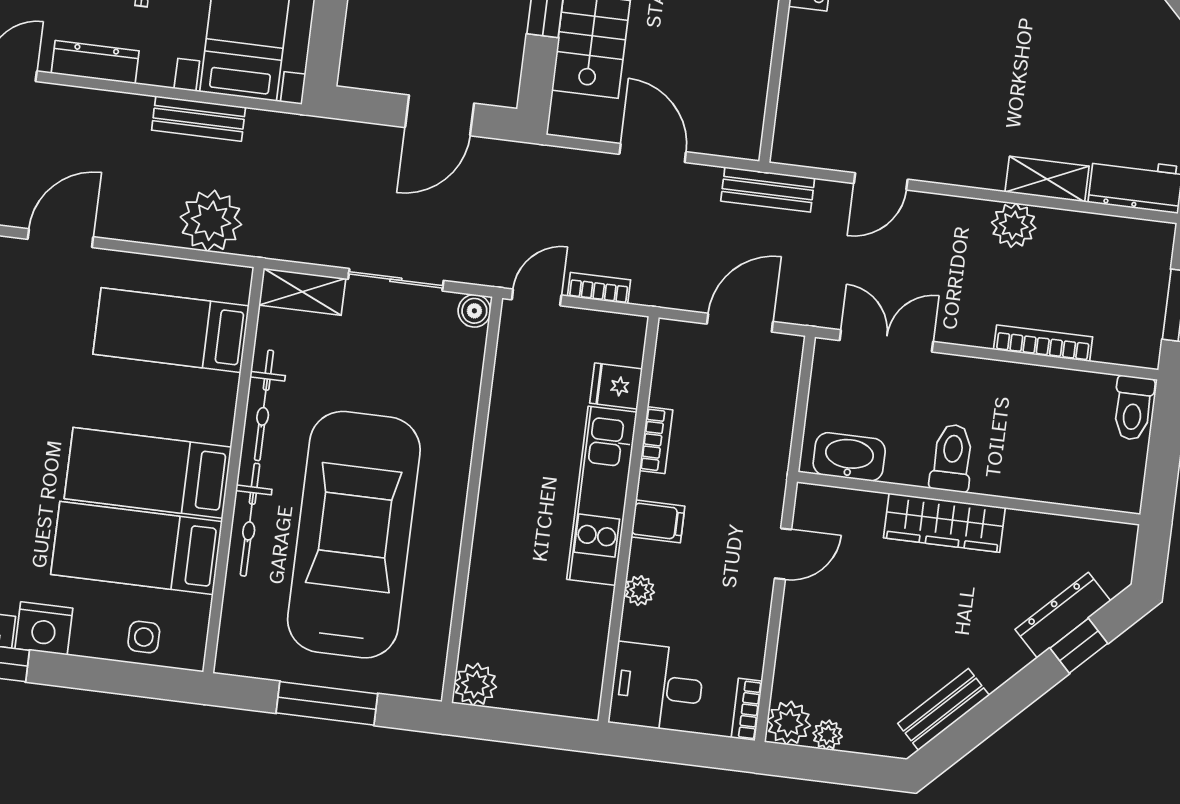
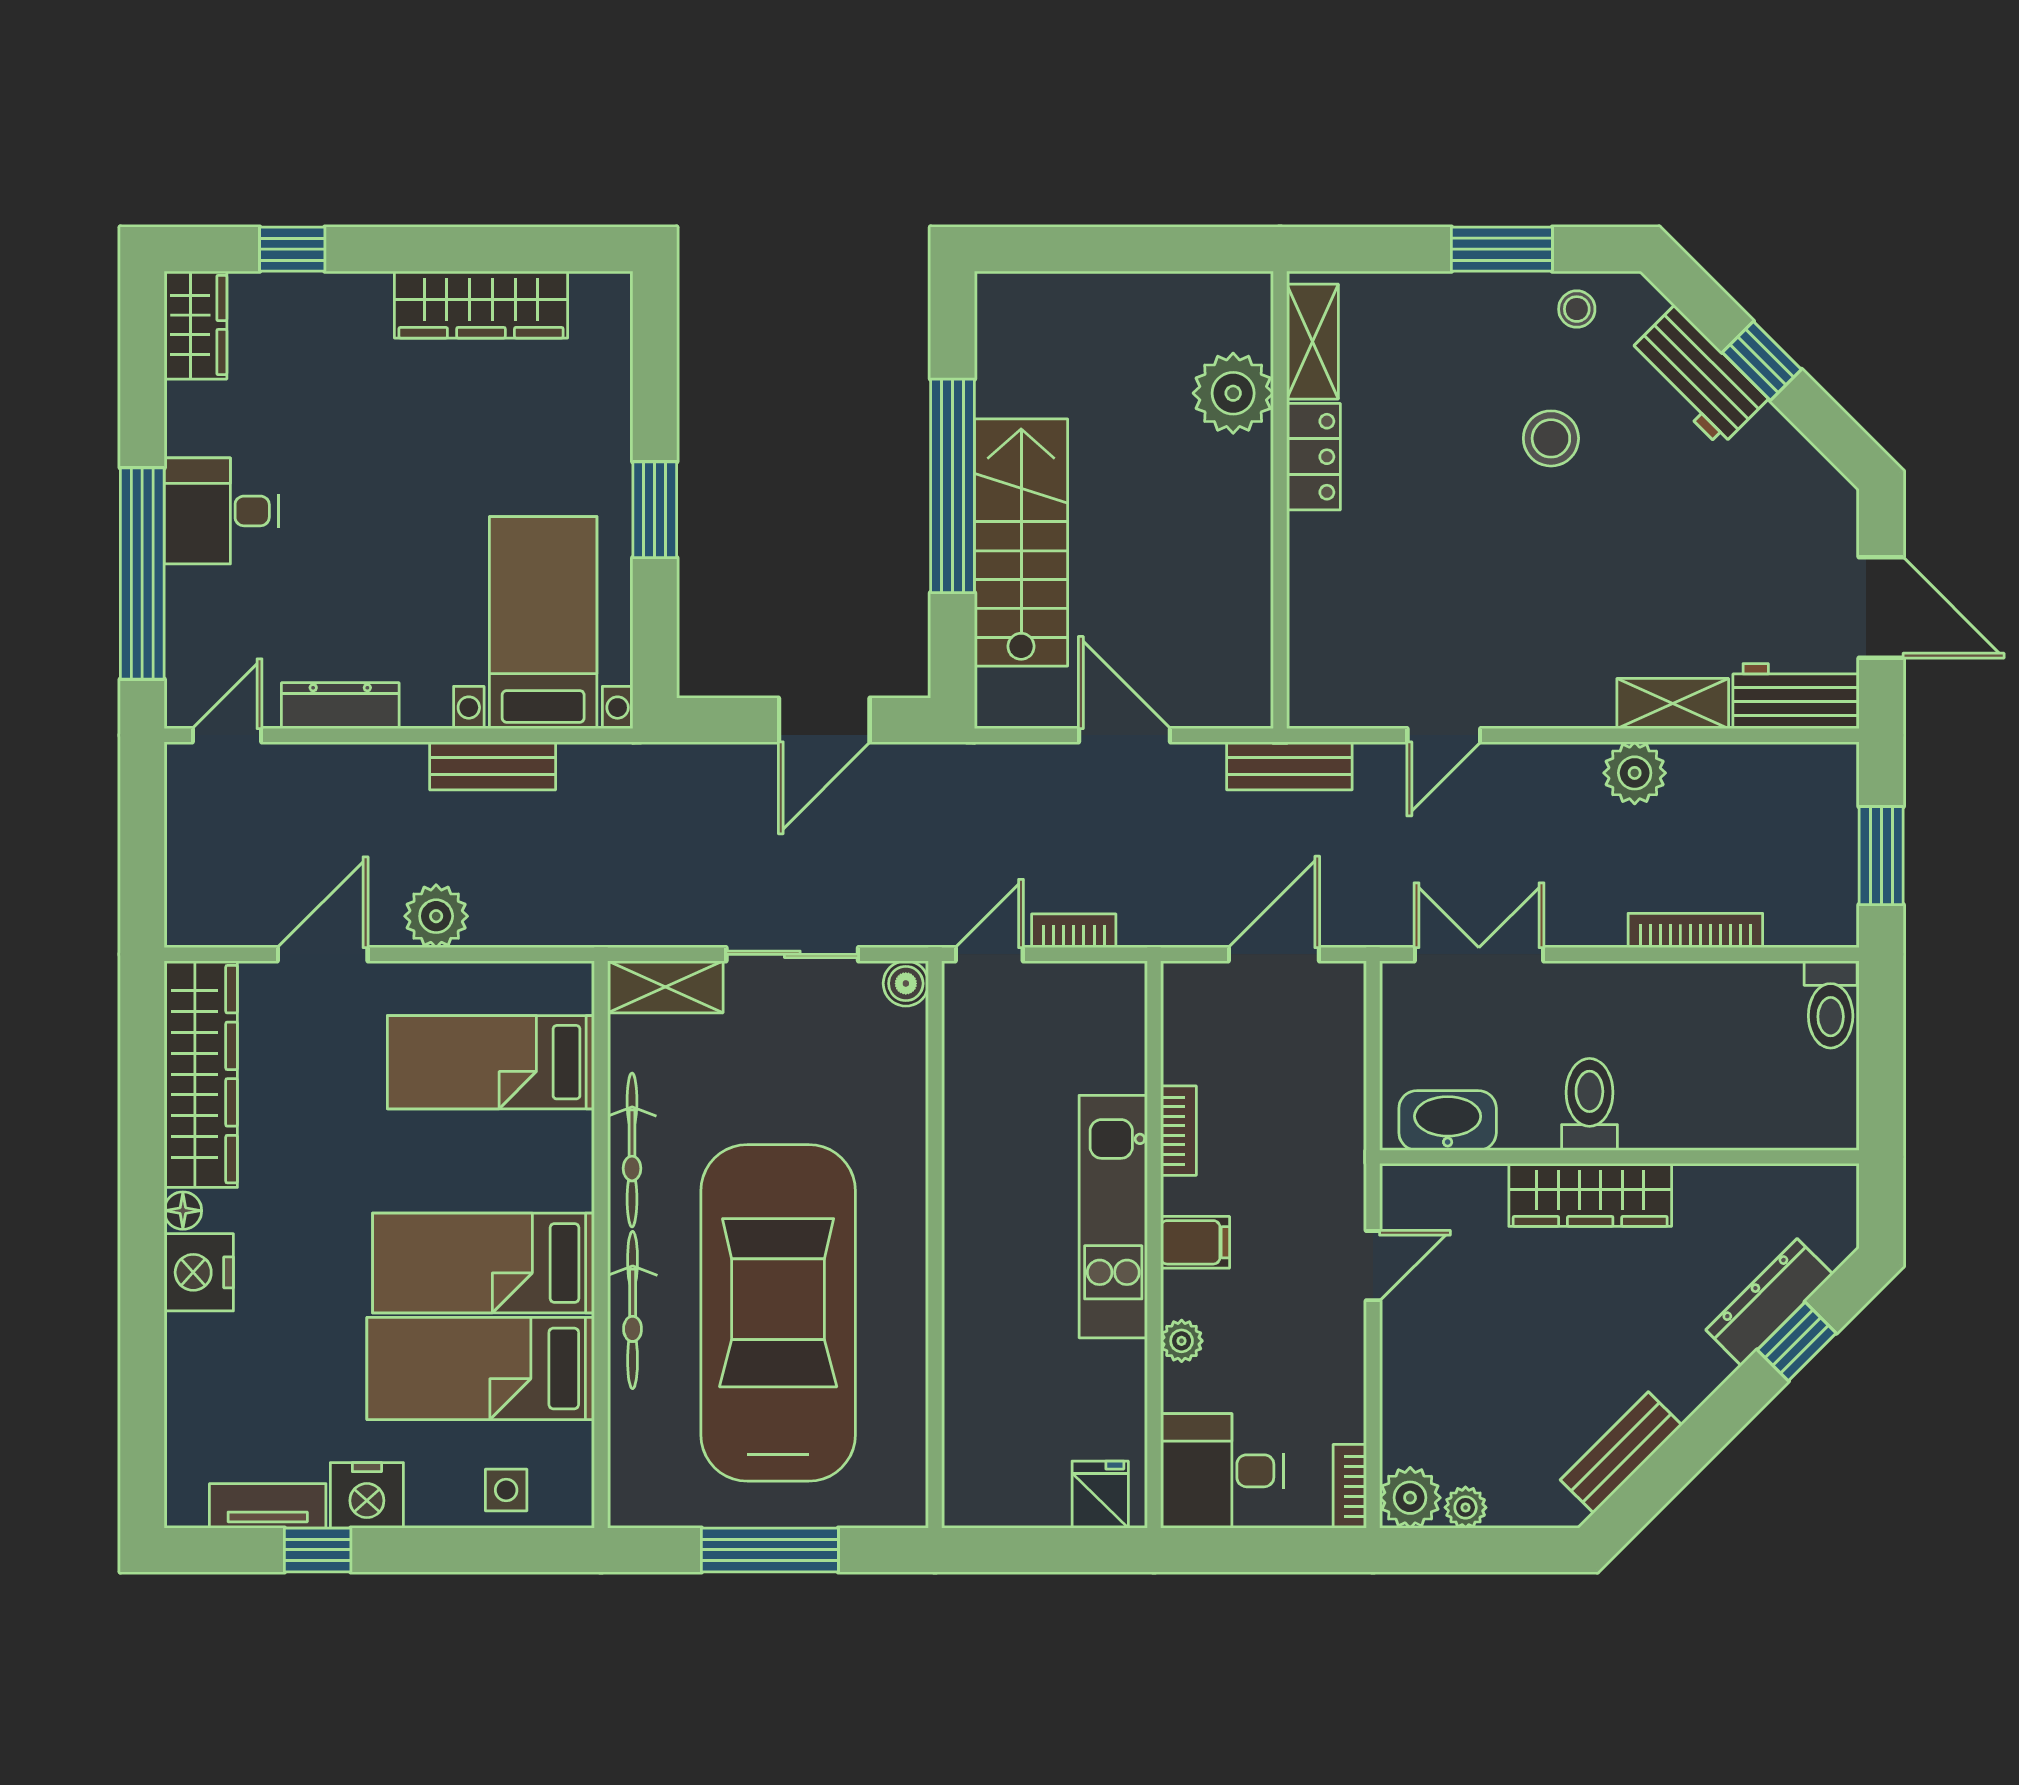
plant: (211, 221) -> (436, 916), moved, width x0.73, depth x0.73
fridge: (616, 386) -> (1100, 1495), moved, turned 90
plant: (475, 684) -> (971, 1498), removed

